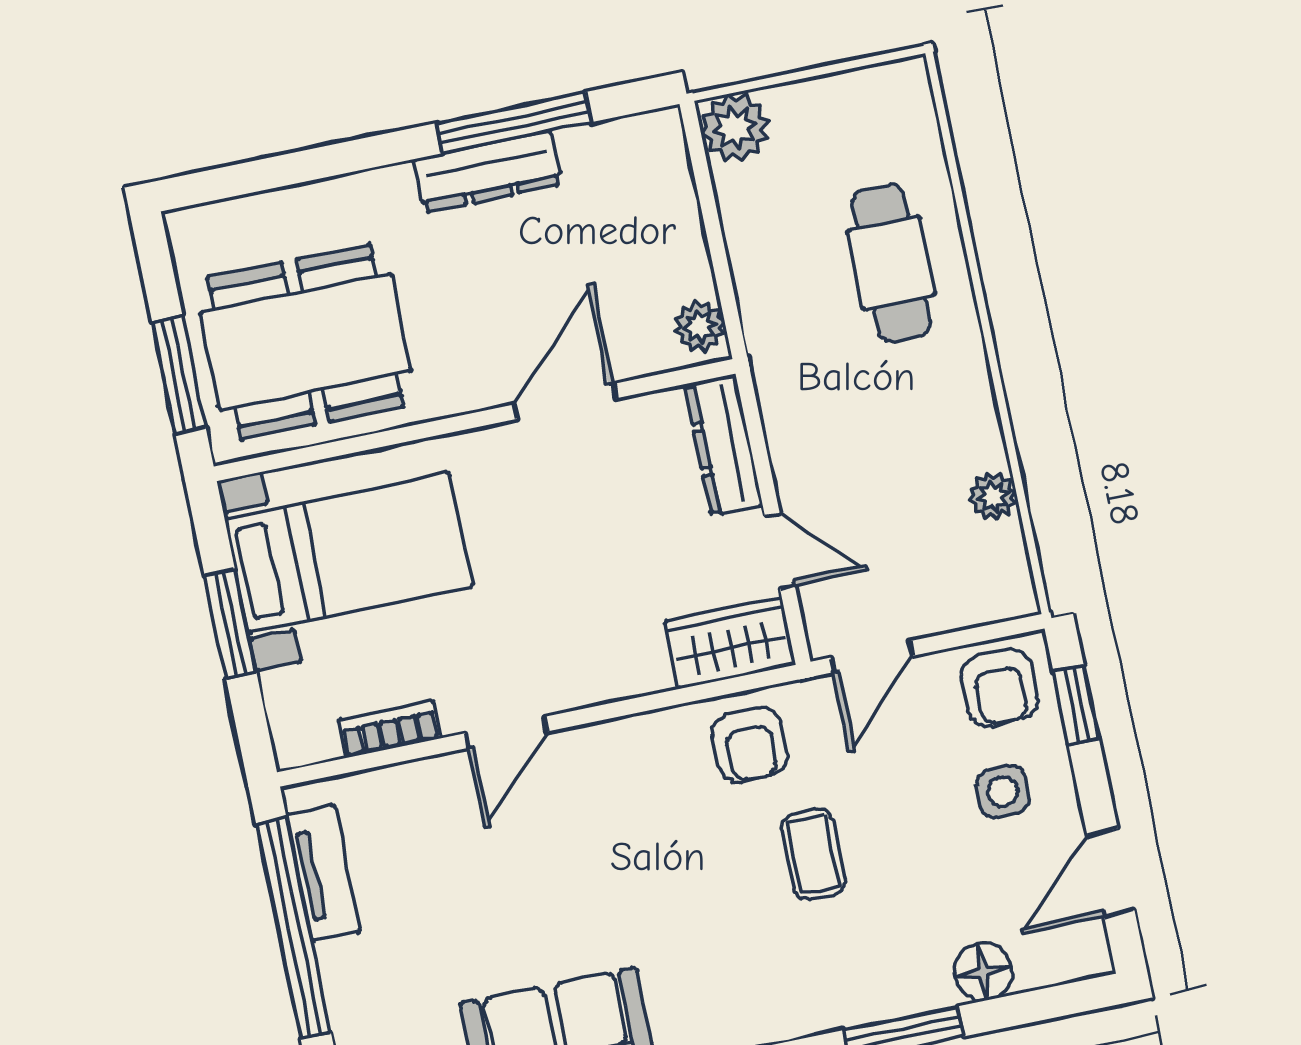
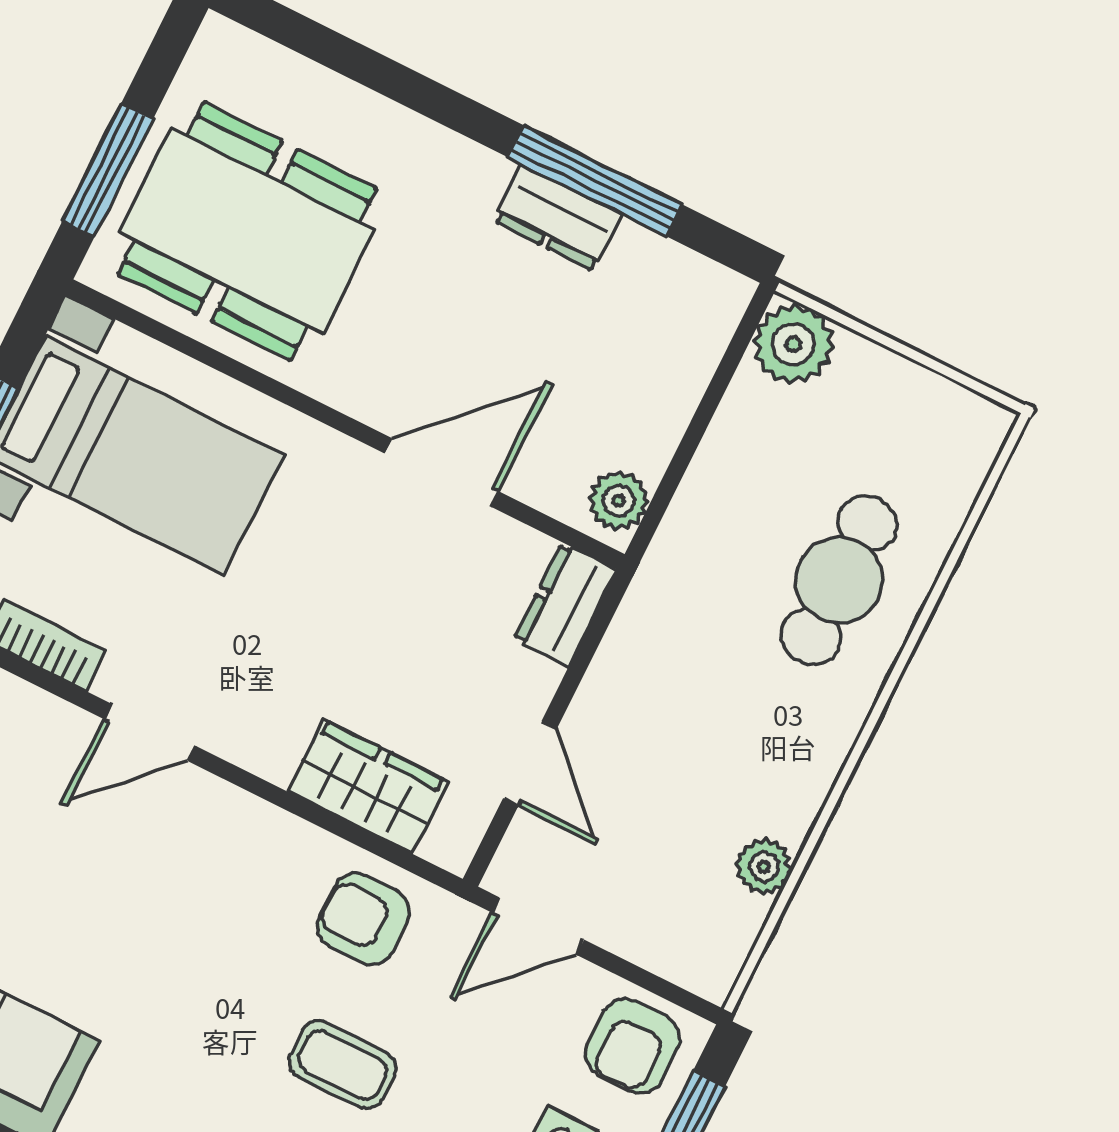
dresser: (487, 172) -> (558, 218), width x0.70
dresser: (723, 445) -> (565, 605), width x0.70
wardrobe: (730, 643) -> (368, 786), moved
armchair: (750, 745) -> (363, 919), turned 90
coffee table: (813, 854) -> (343, 1065), turned 90

